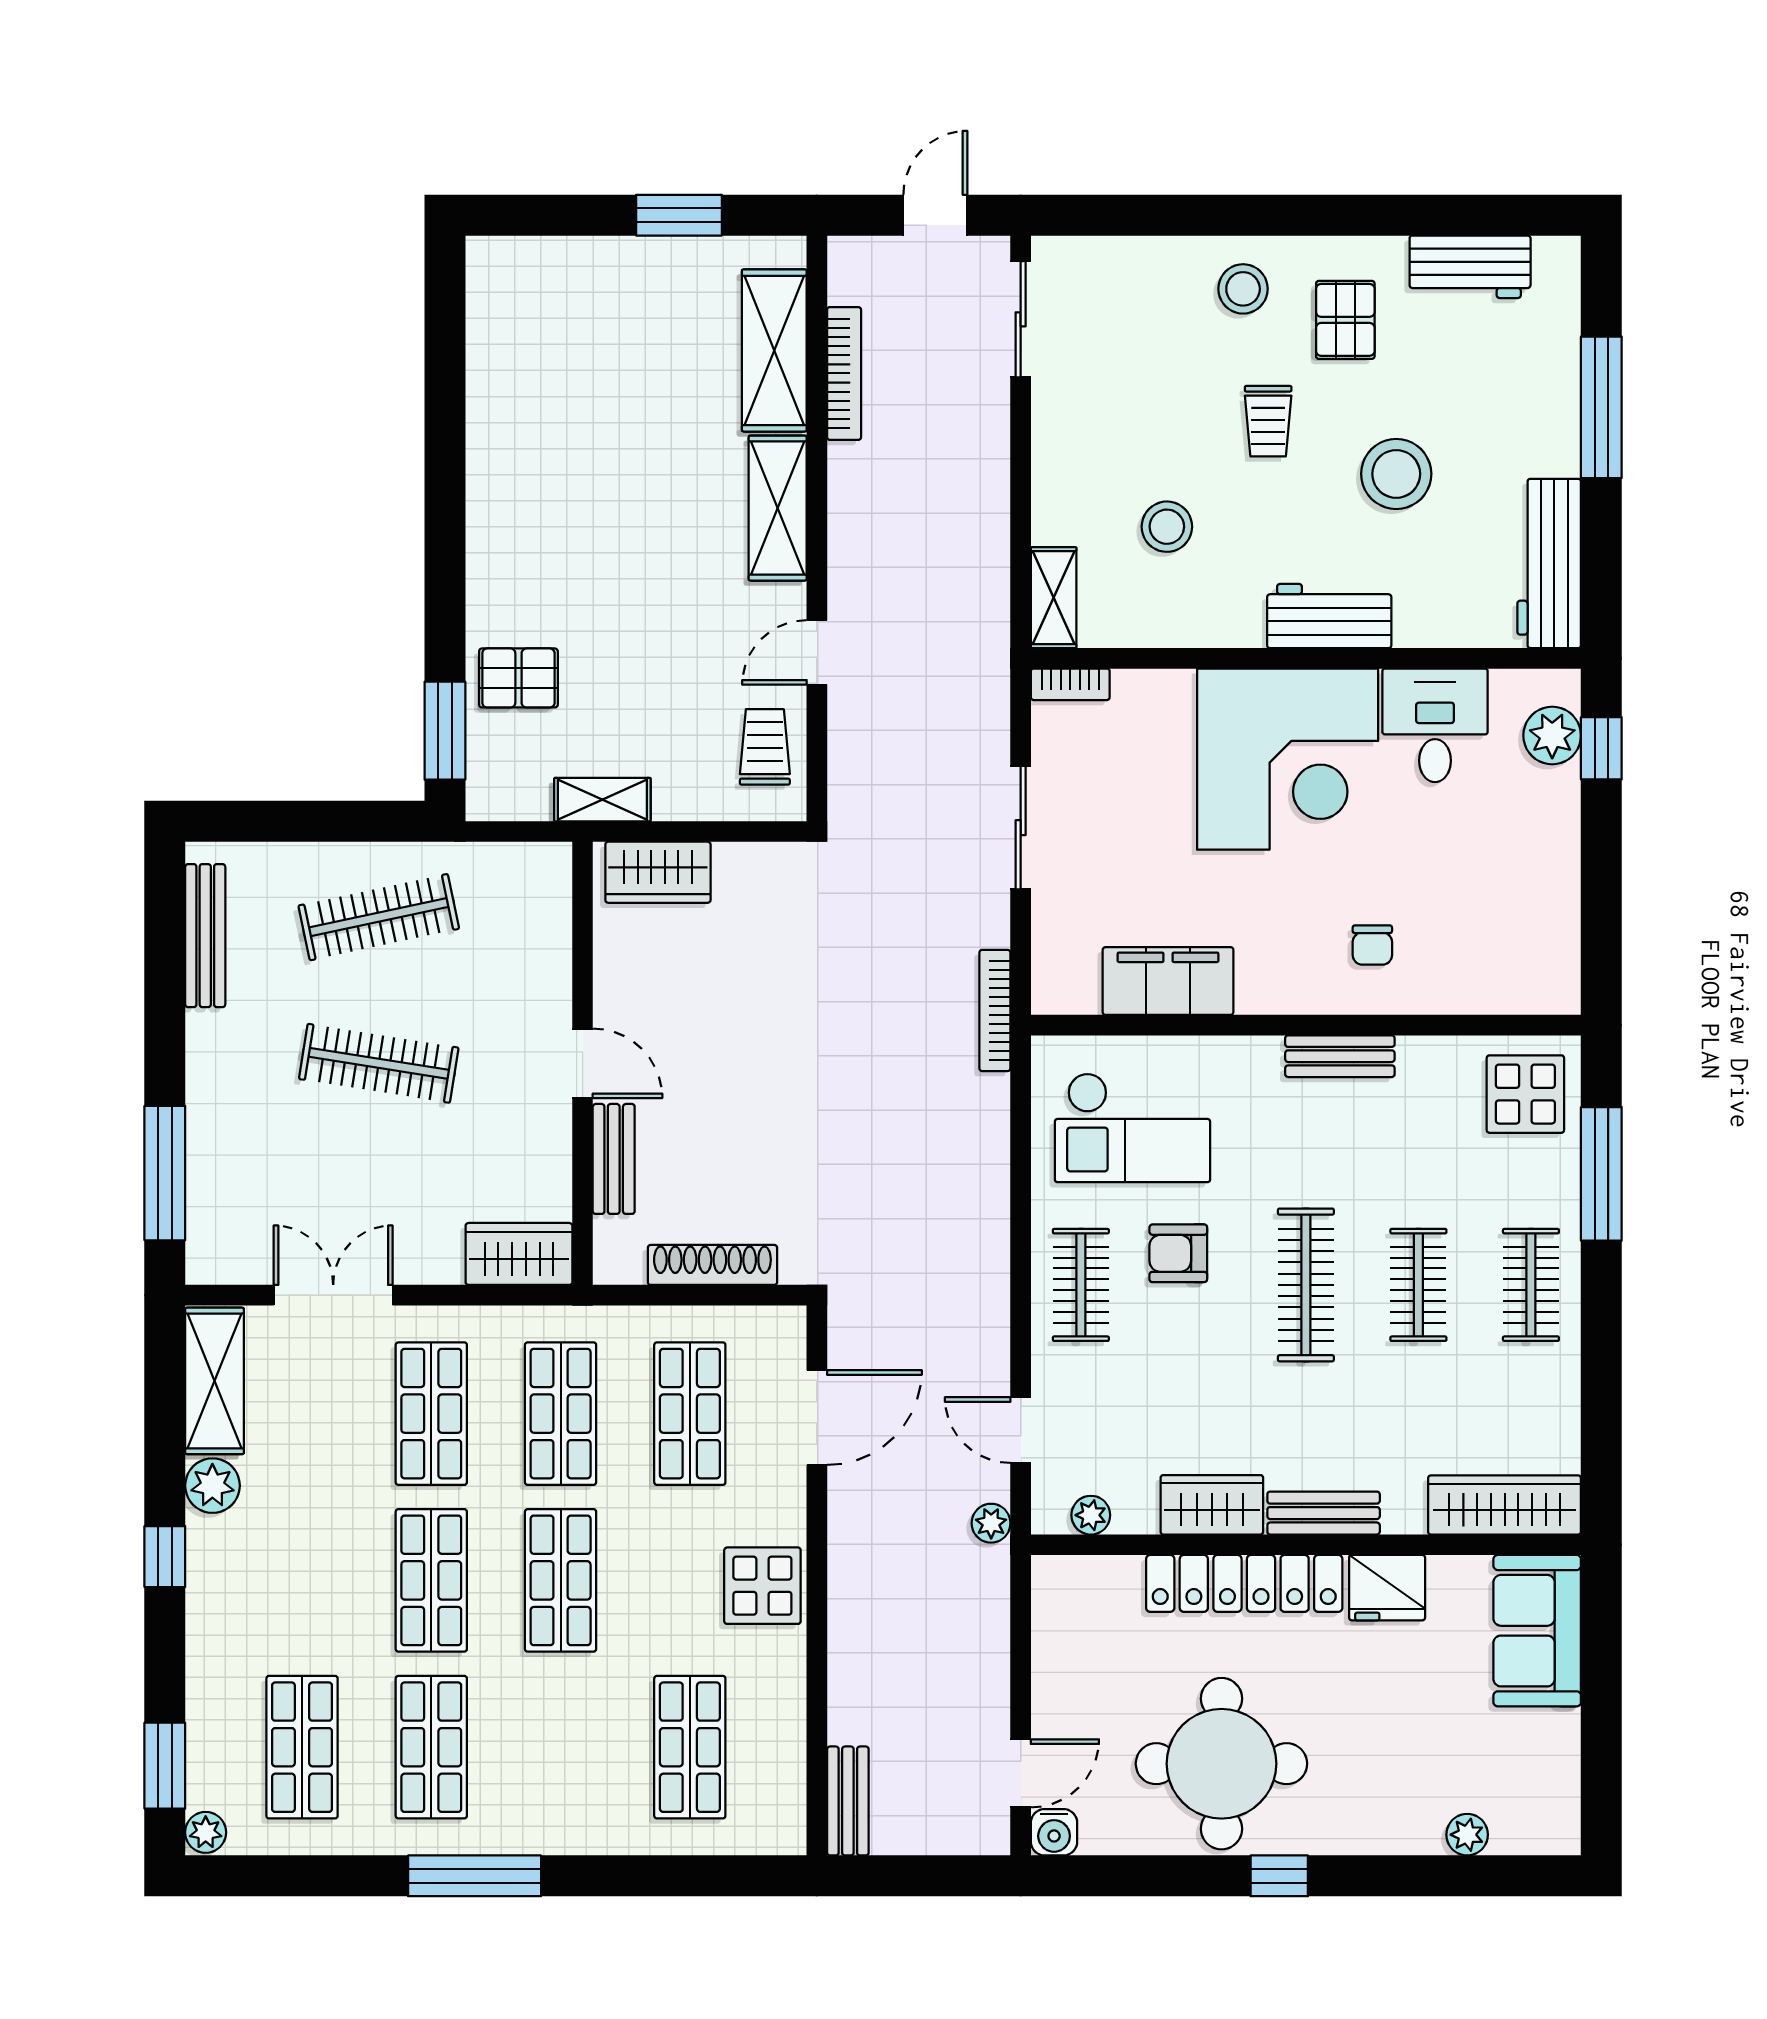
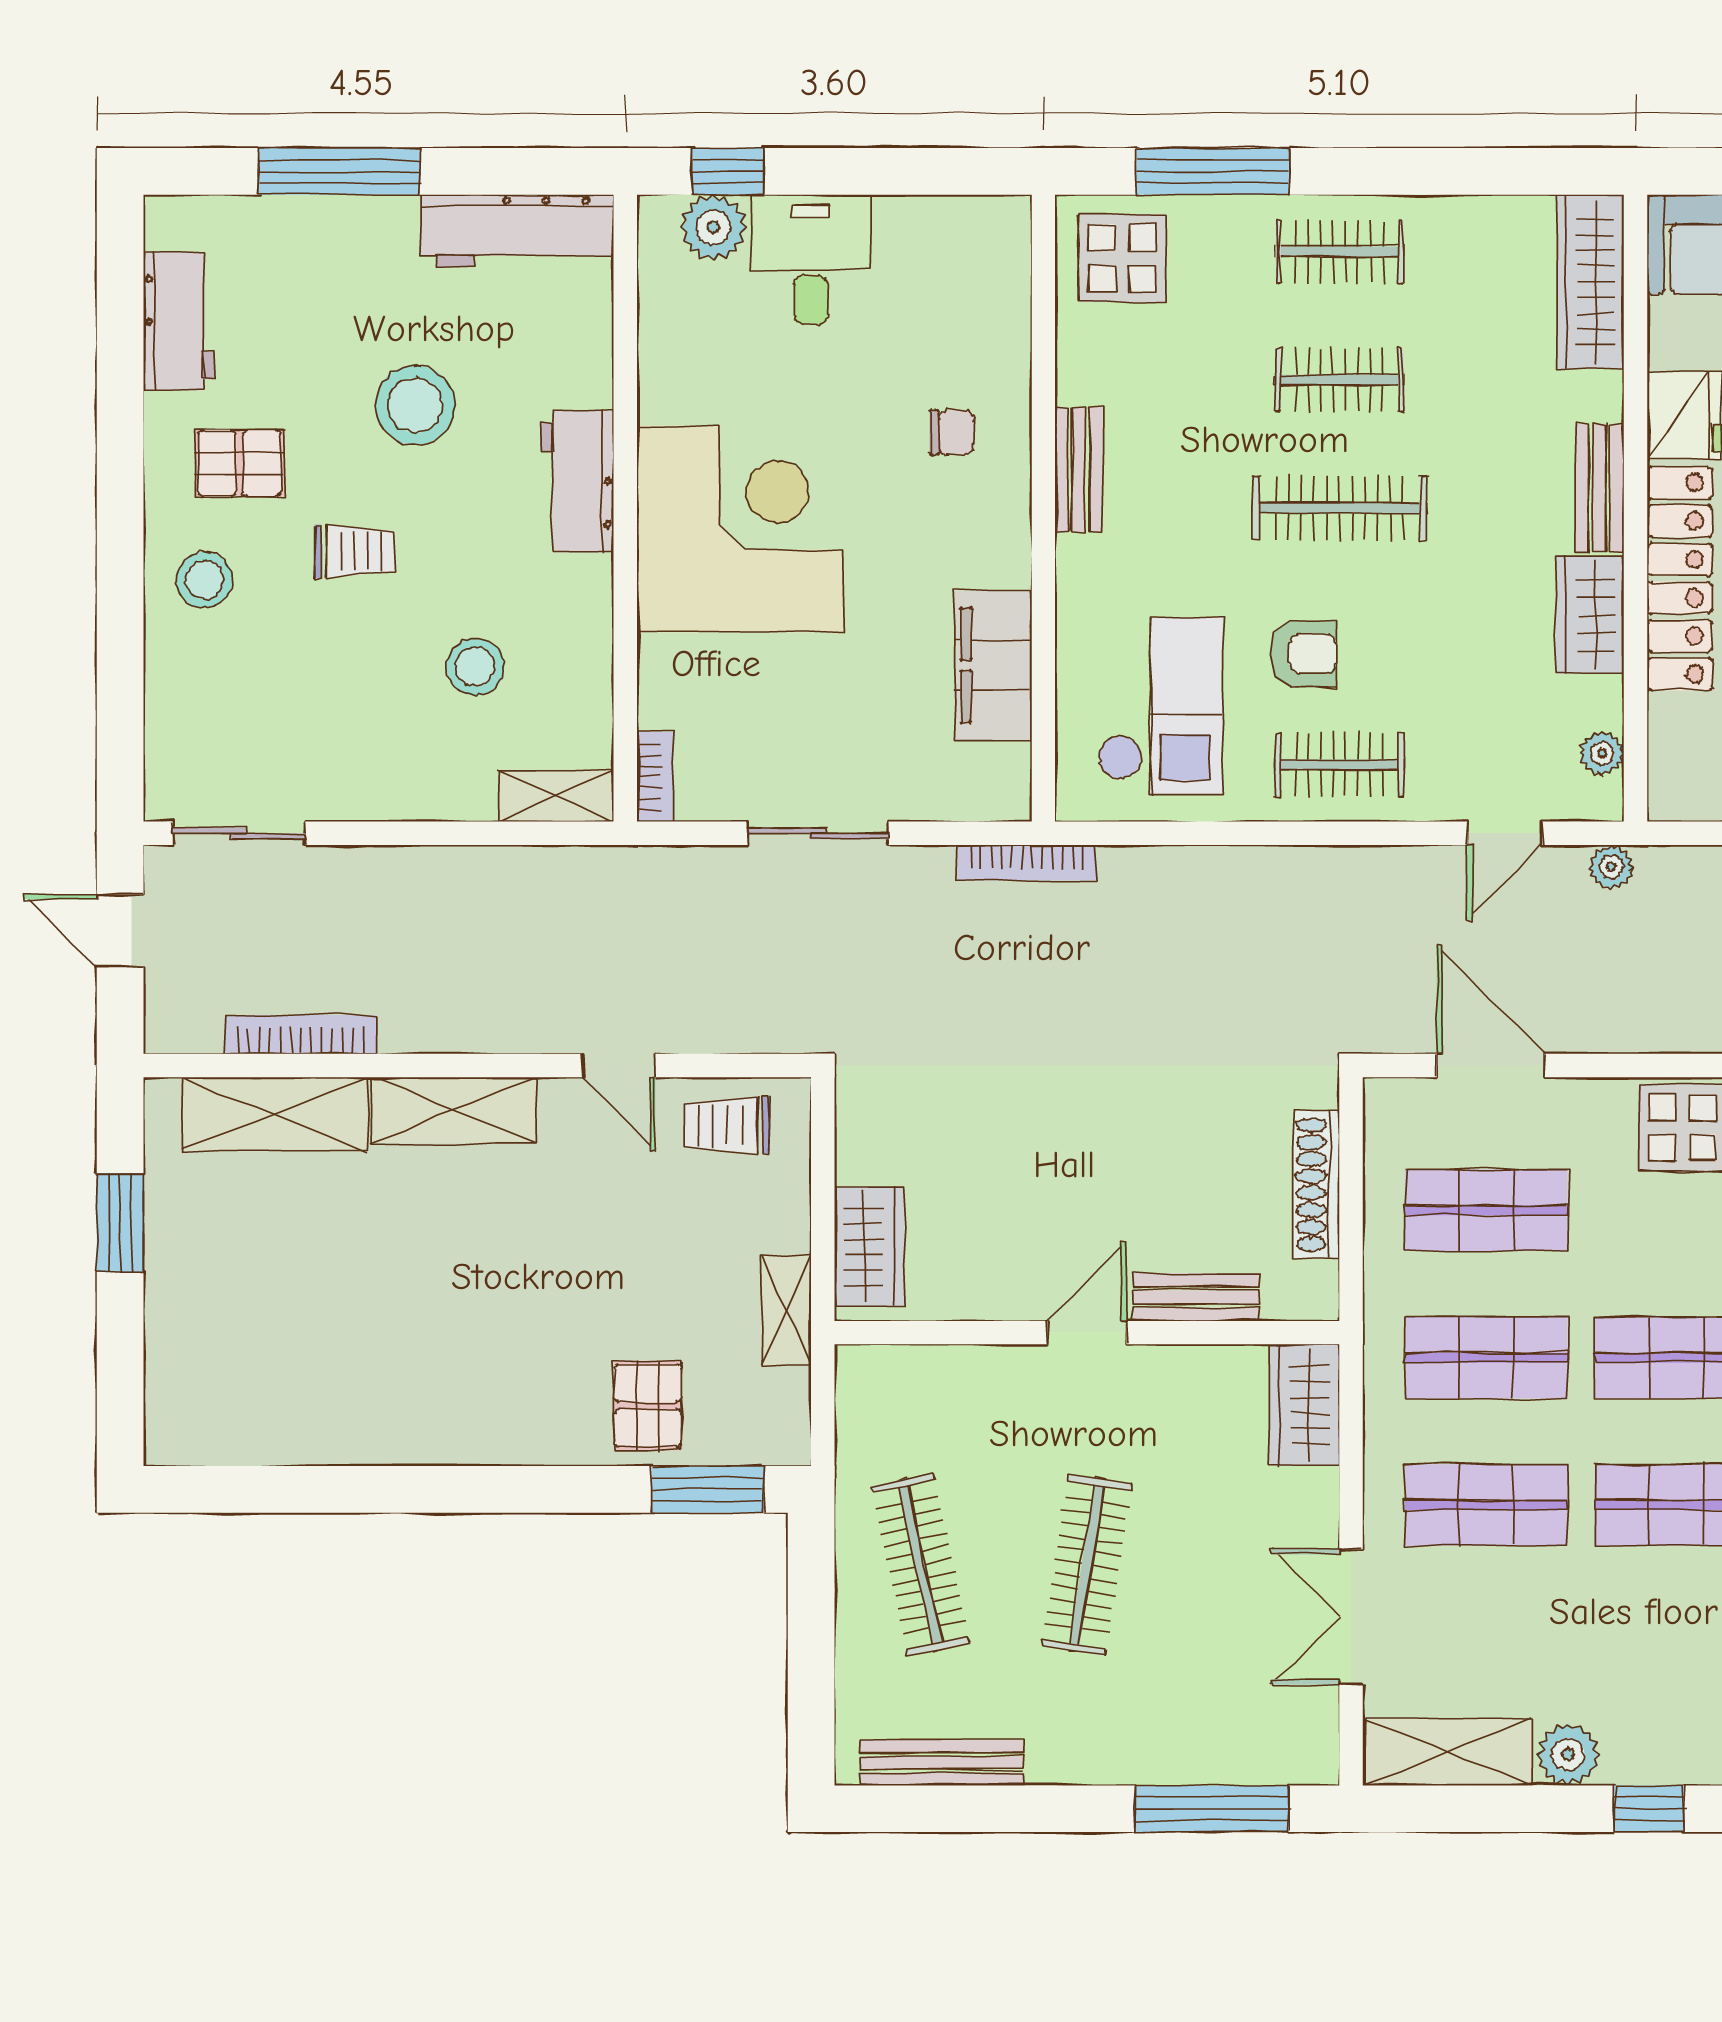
desk: (1435, 725) -> (811, 259), moved, turned 90
armchair: (1178, 1253) -> (1303, 654), turned -90

